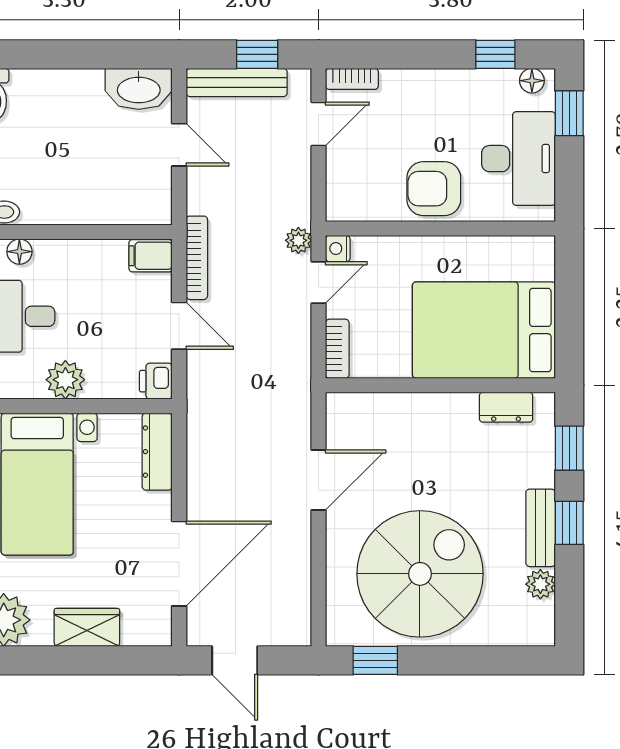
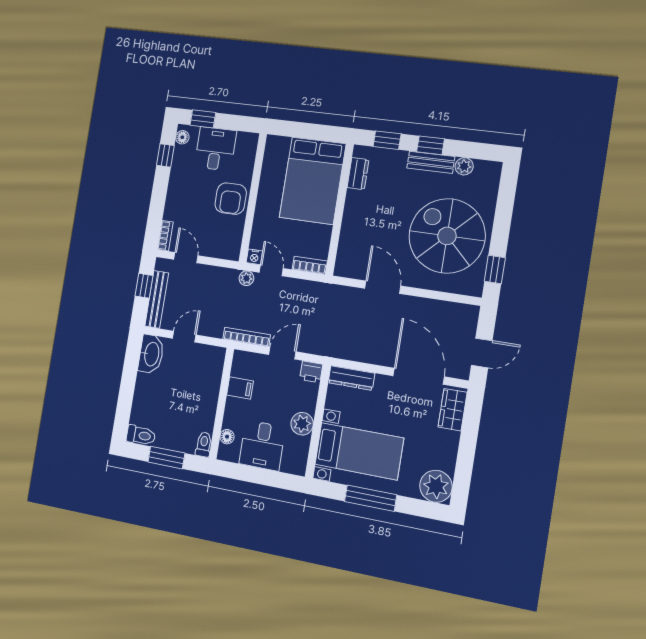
desk: (518, 159) -> (215, 149), width x0.73
filing cabinet: (151, 256) -> (240, 388), moved, turned -90
wardrobe: (87, 627) -> (453, 410), moved

